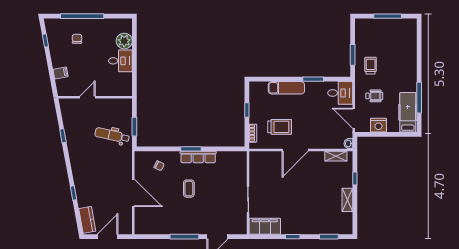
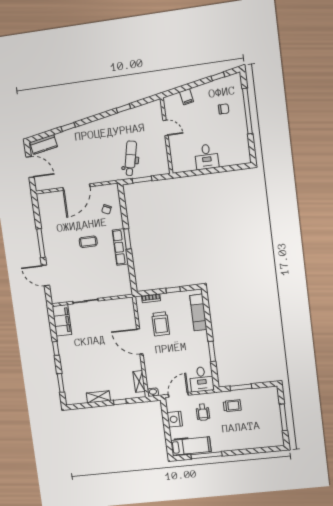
plant: (124, 41) -> (227, 158), removed
exam couch: (286, 88) -> (198, 312), moved

